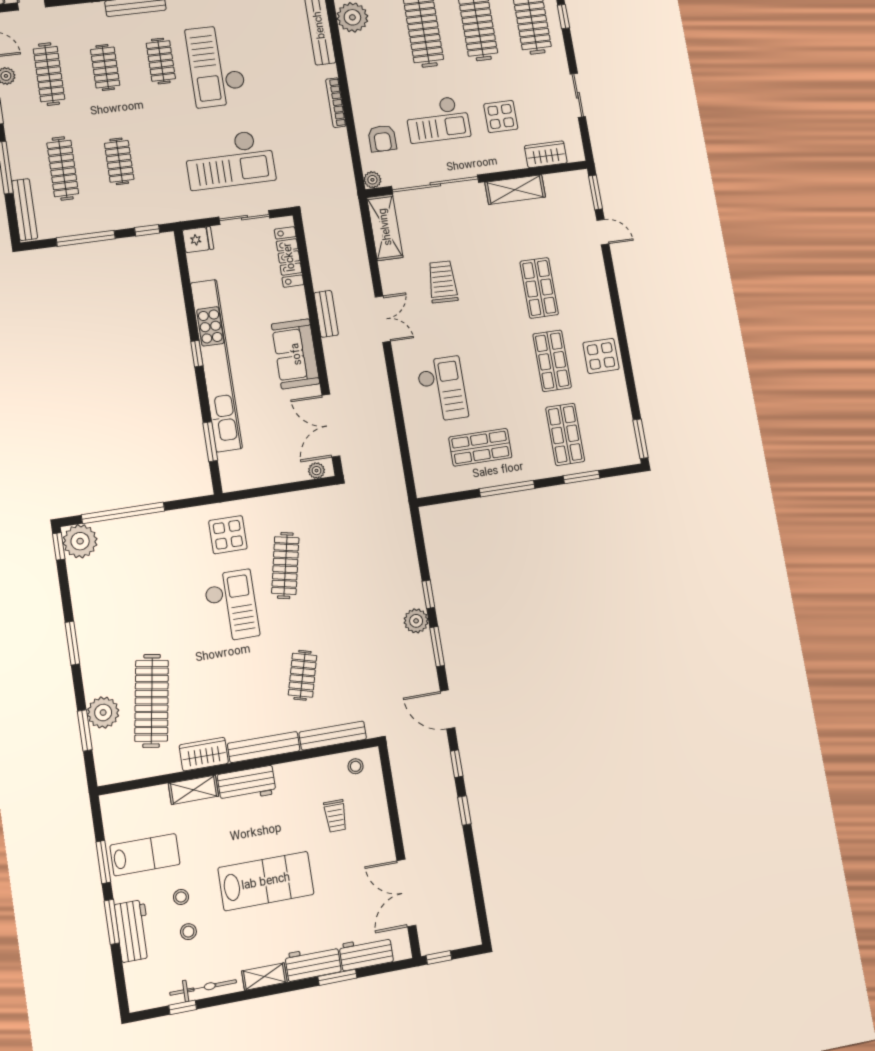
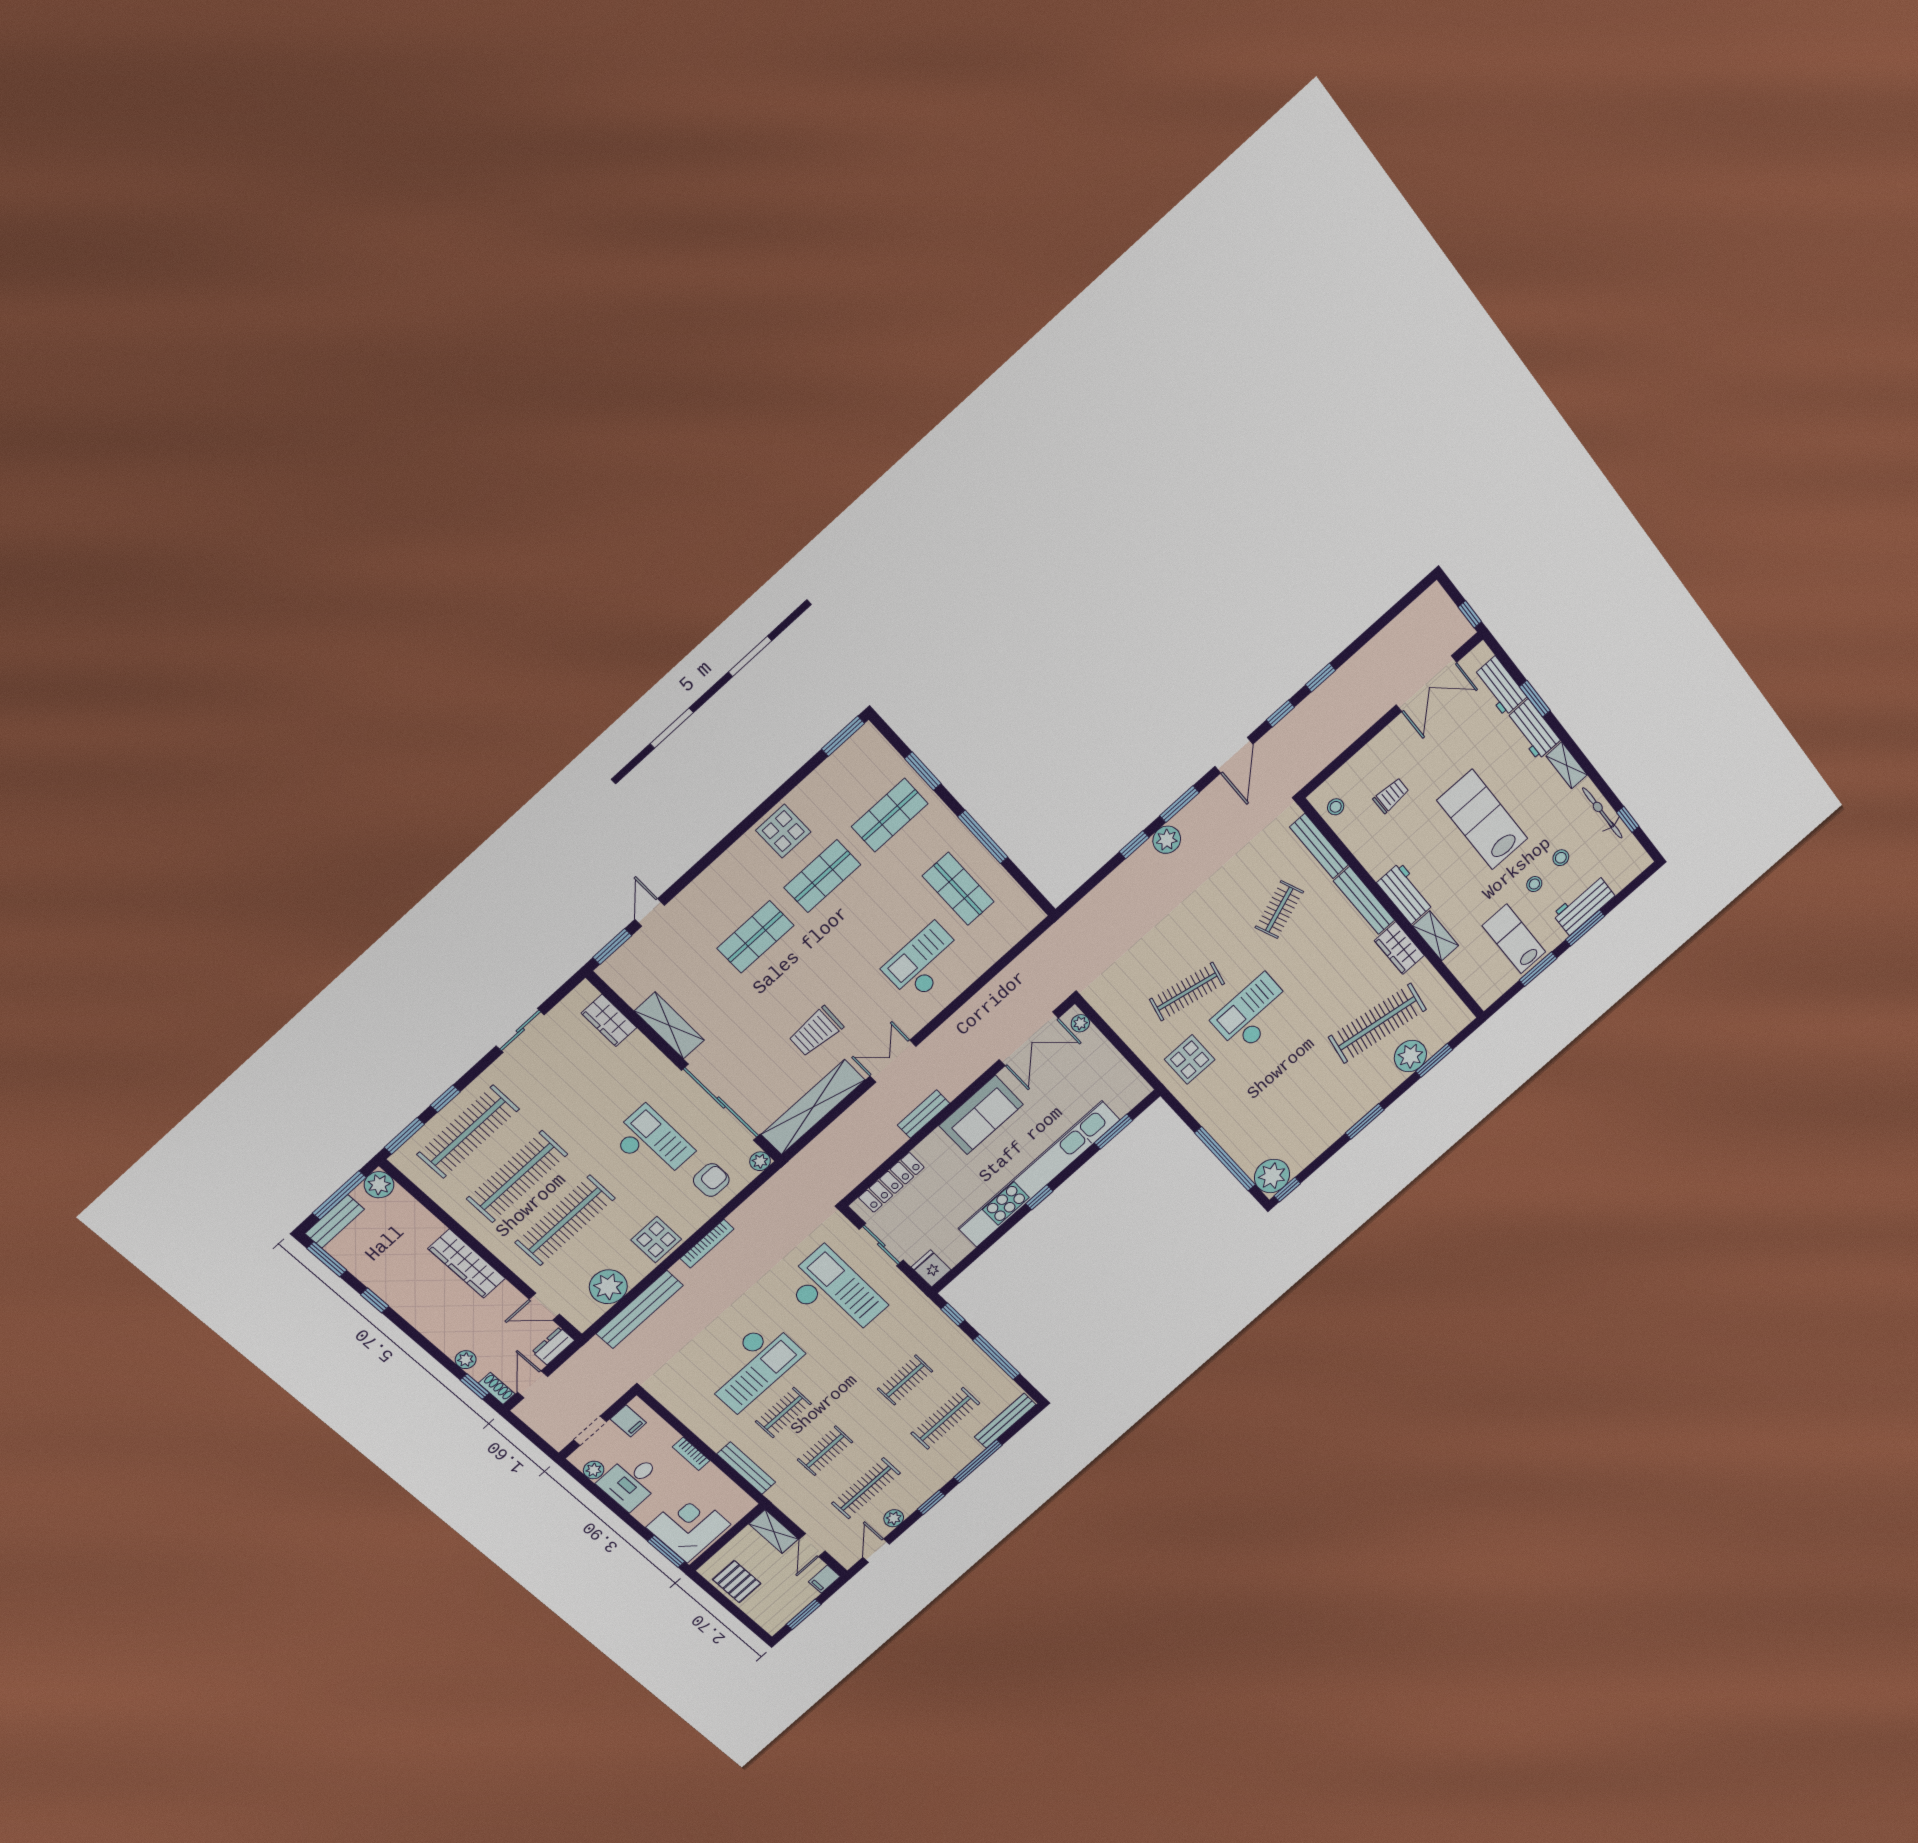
display table: (501, 116) -> (656, 1240), moved
shelving: (385, 227) -> (813, 1107), width x1.47
clothes rail: (303, 675) -> (1279, 910), turned -36

